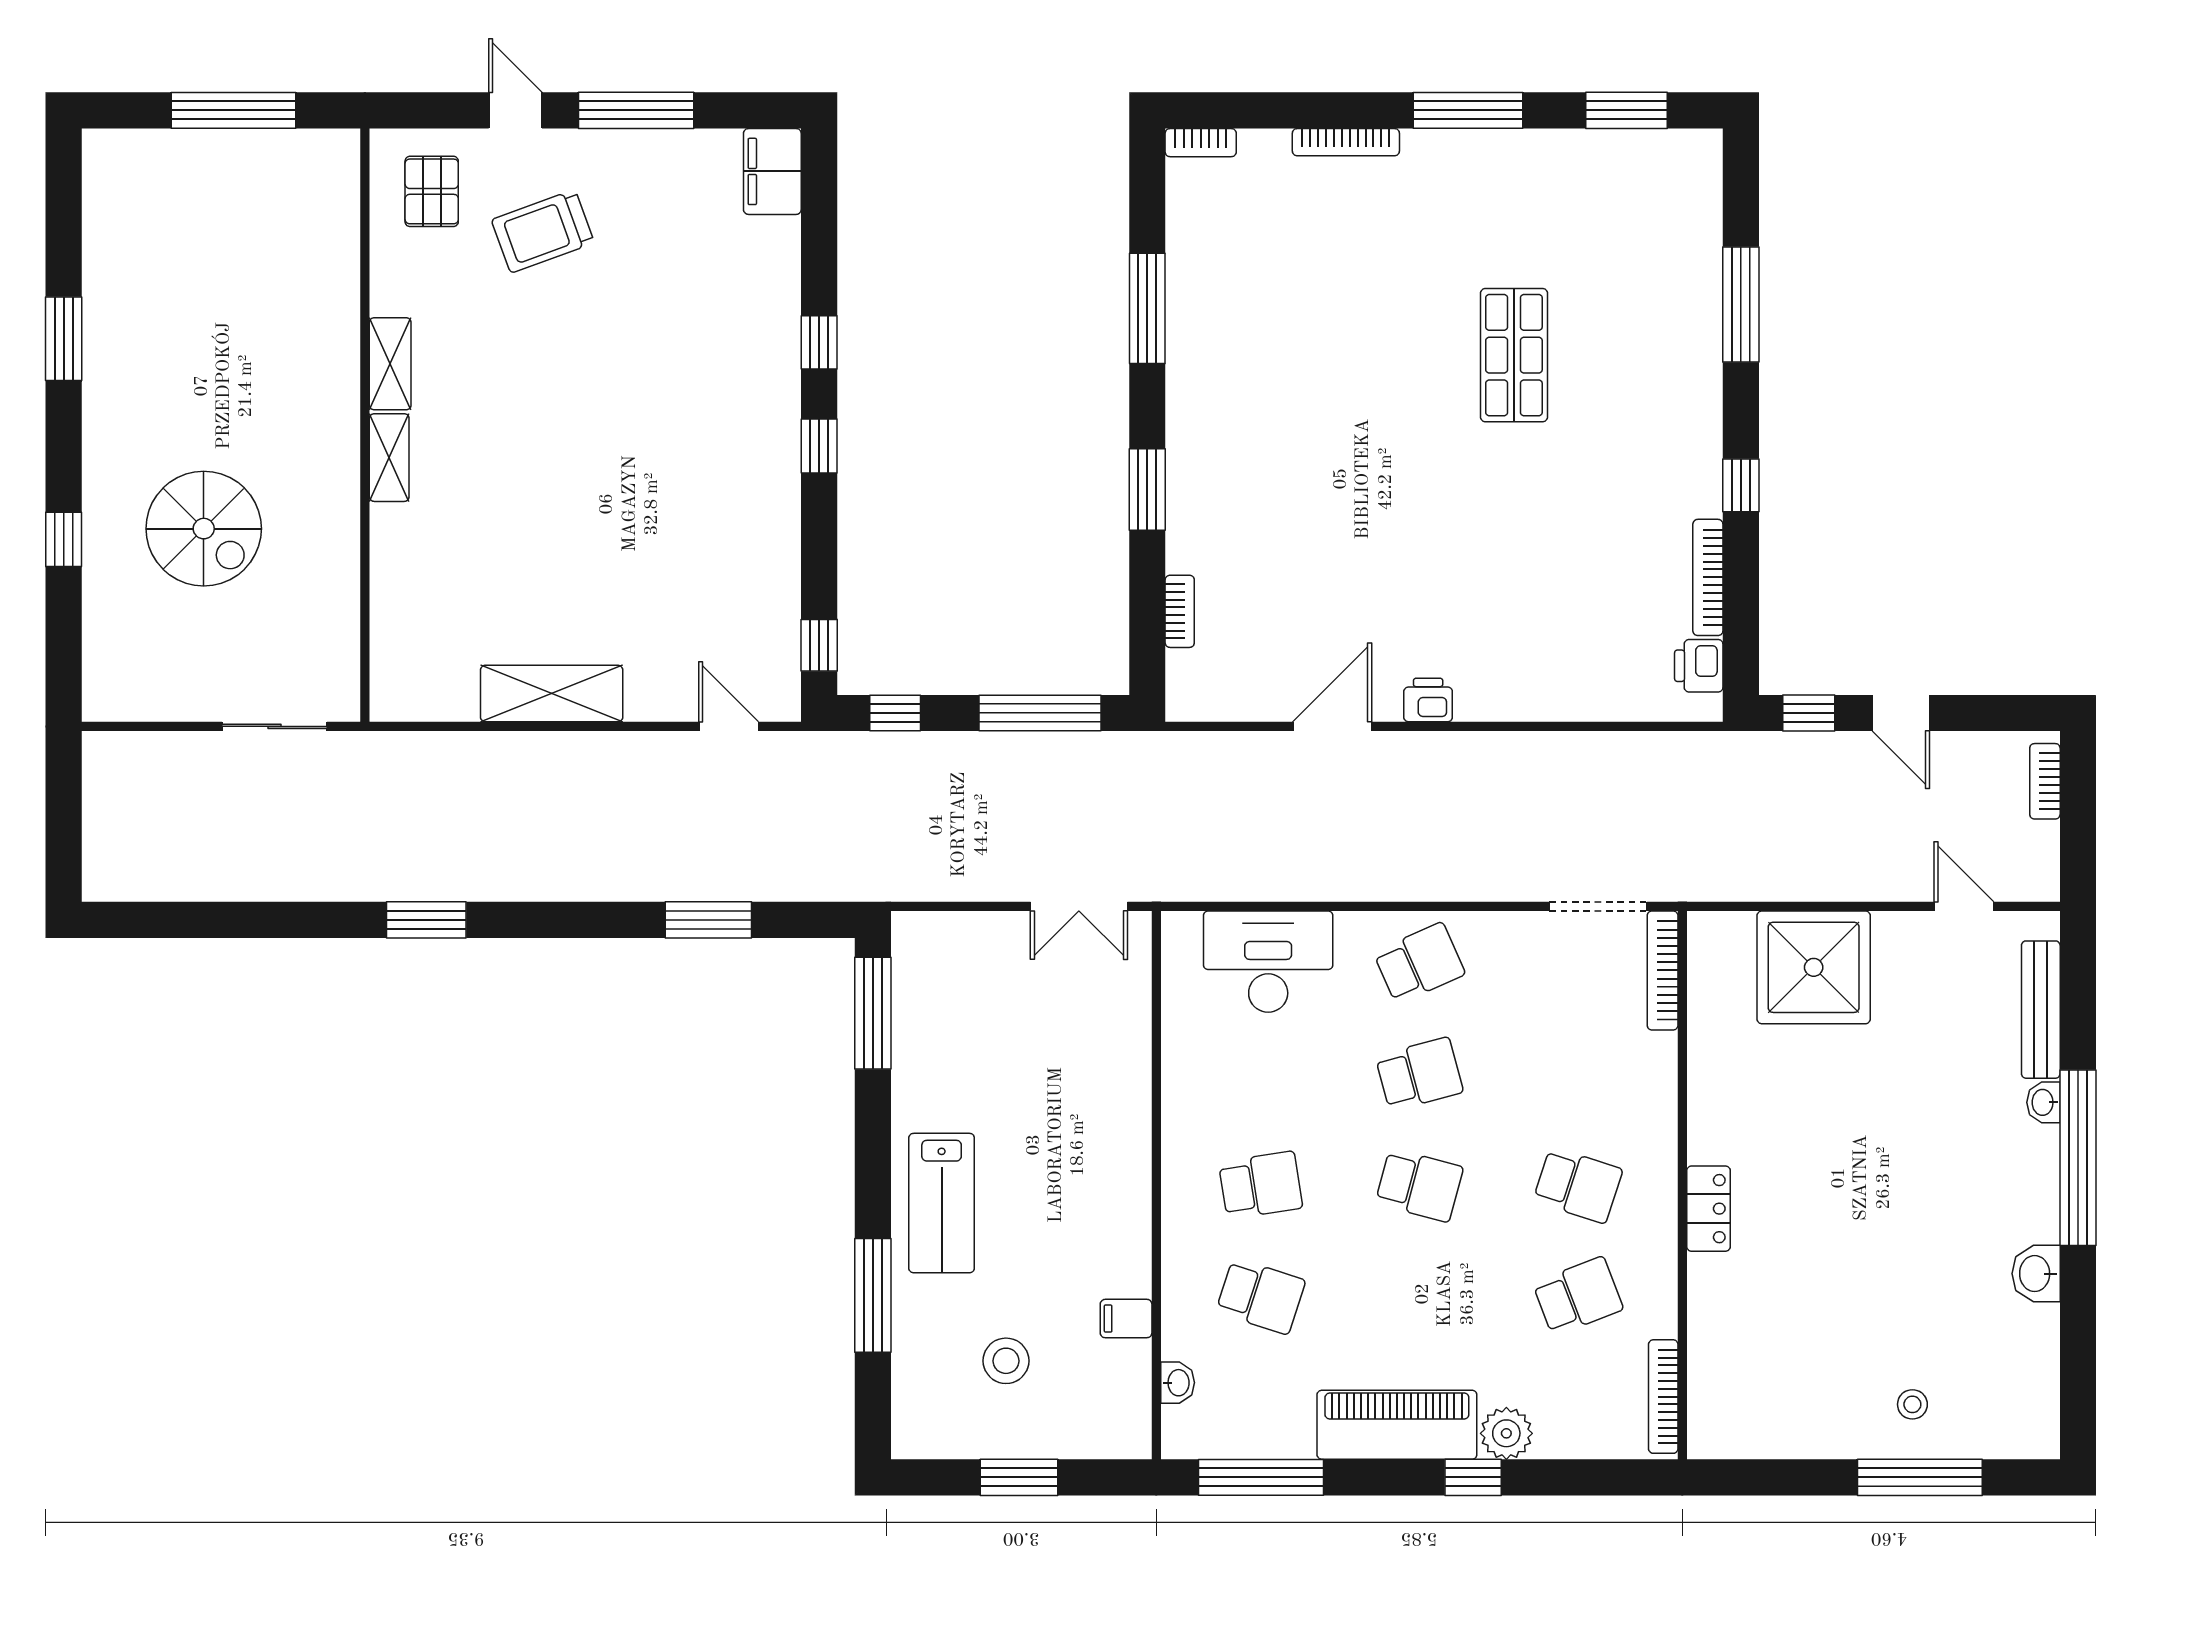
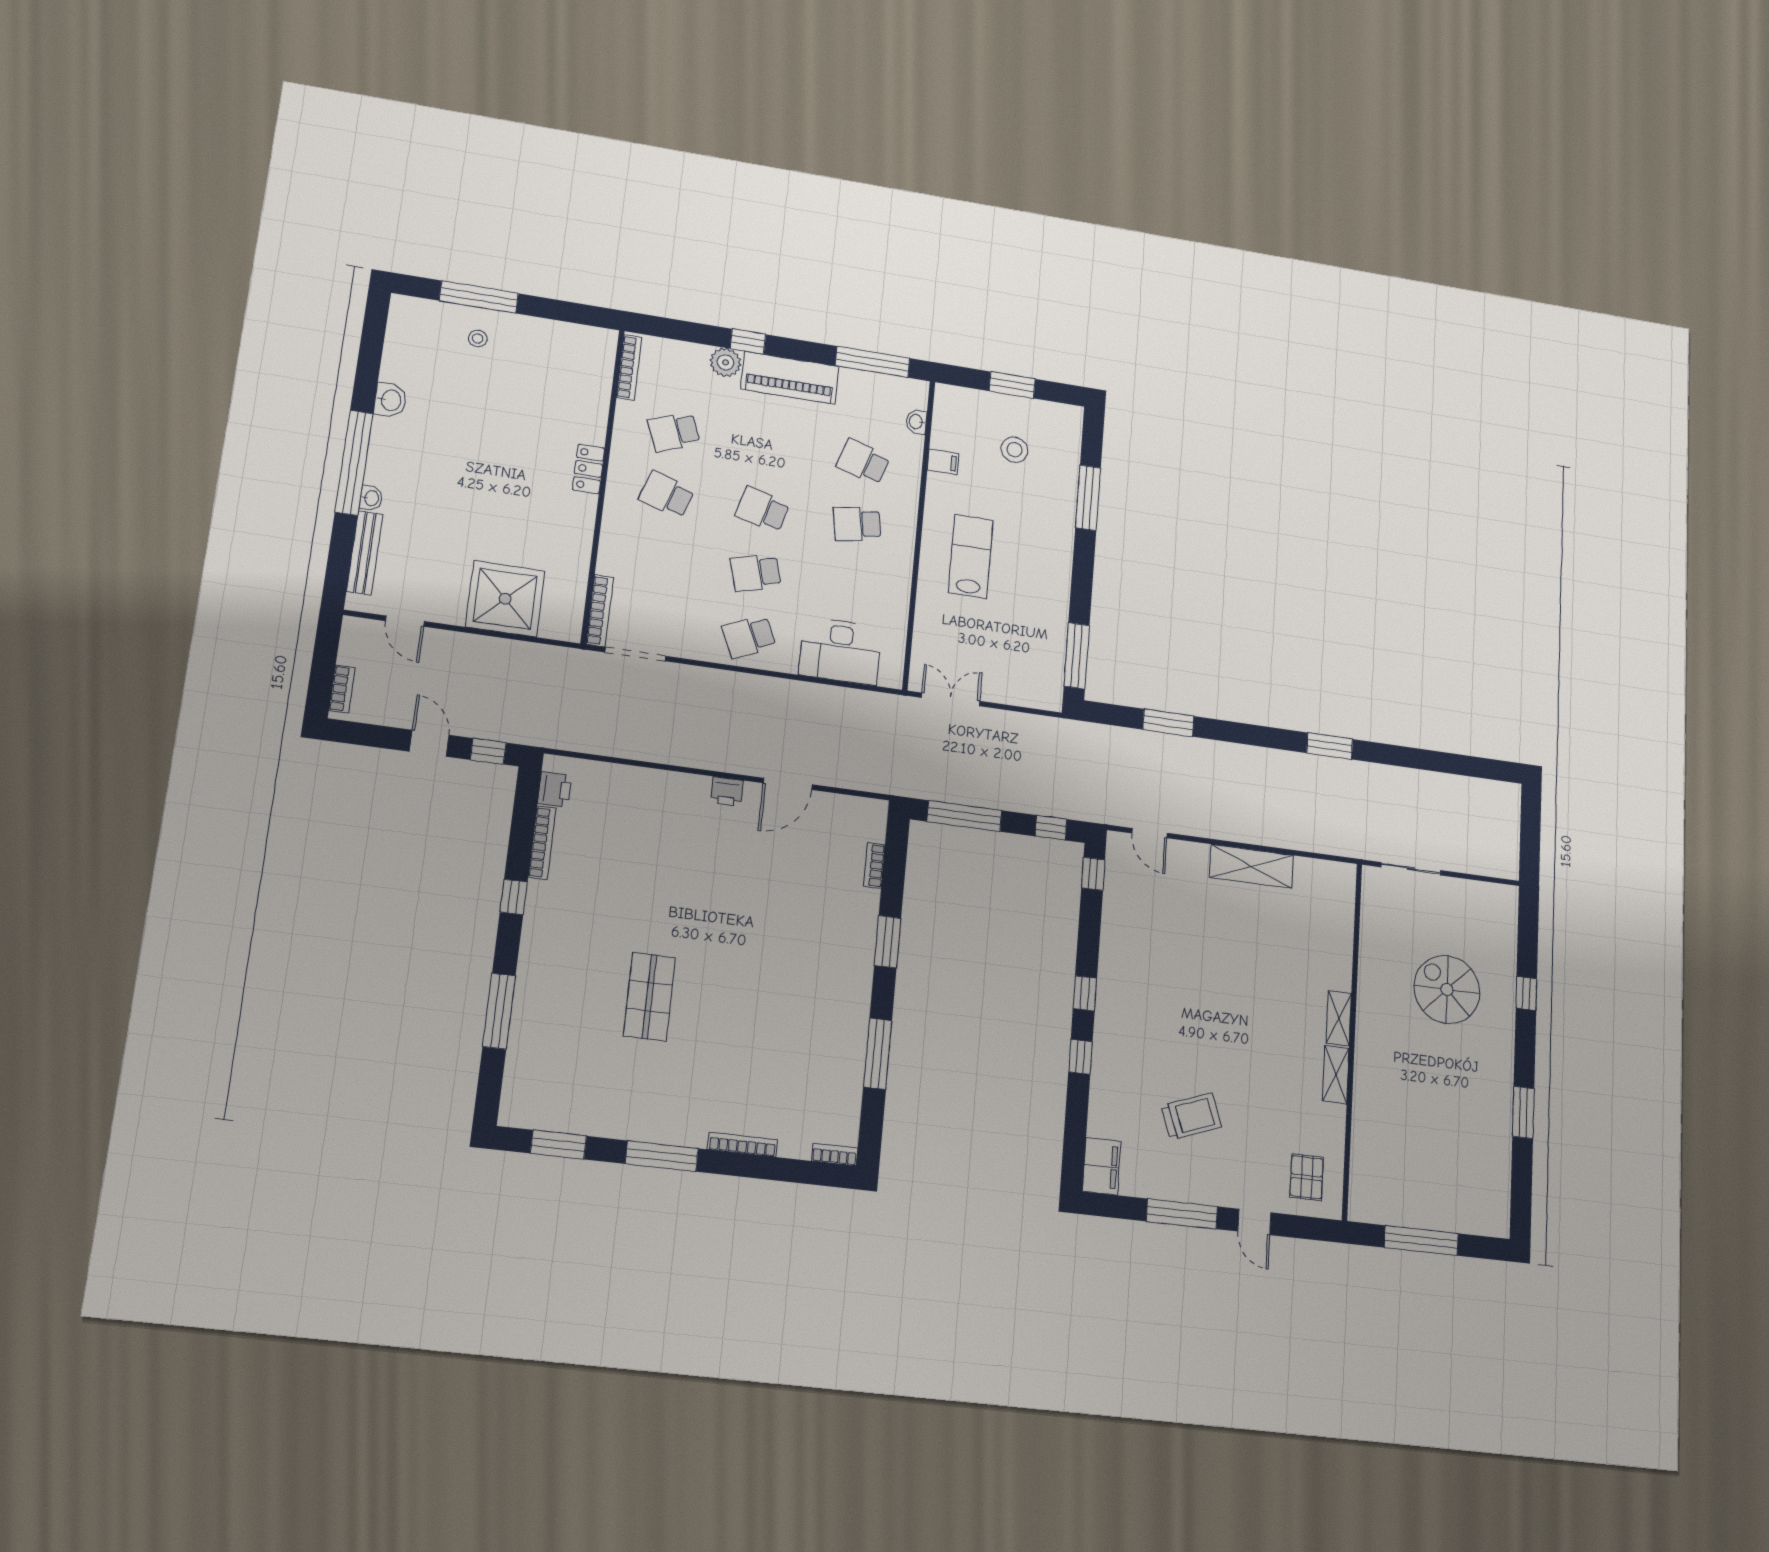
trolley: (543, 231) -> (1191, 1116), moved
lab bench: (942, 1203) -> (971, 556), moved

